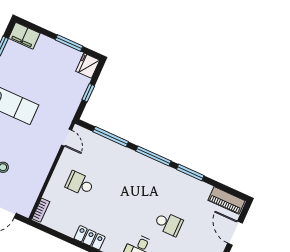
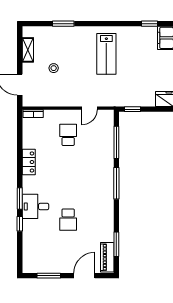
window: (88, 93) -> (132, 109), moved
door: (67, 138) -> (89, 108), moved
window: (190, 173) -> (116, 244), moved

